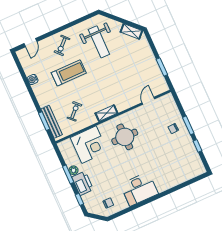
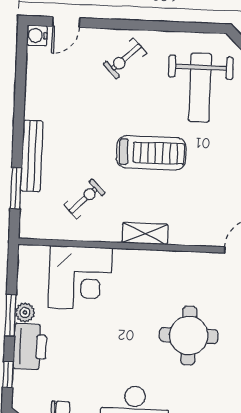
treadmill: (69, 73) -> (151, 153), moved
water cooler: (33, 80) -> (37, 35), moved
bench: (52, 122) -> (32, 156), moved
round table: (125, 137) -> (189, 336), moved

